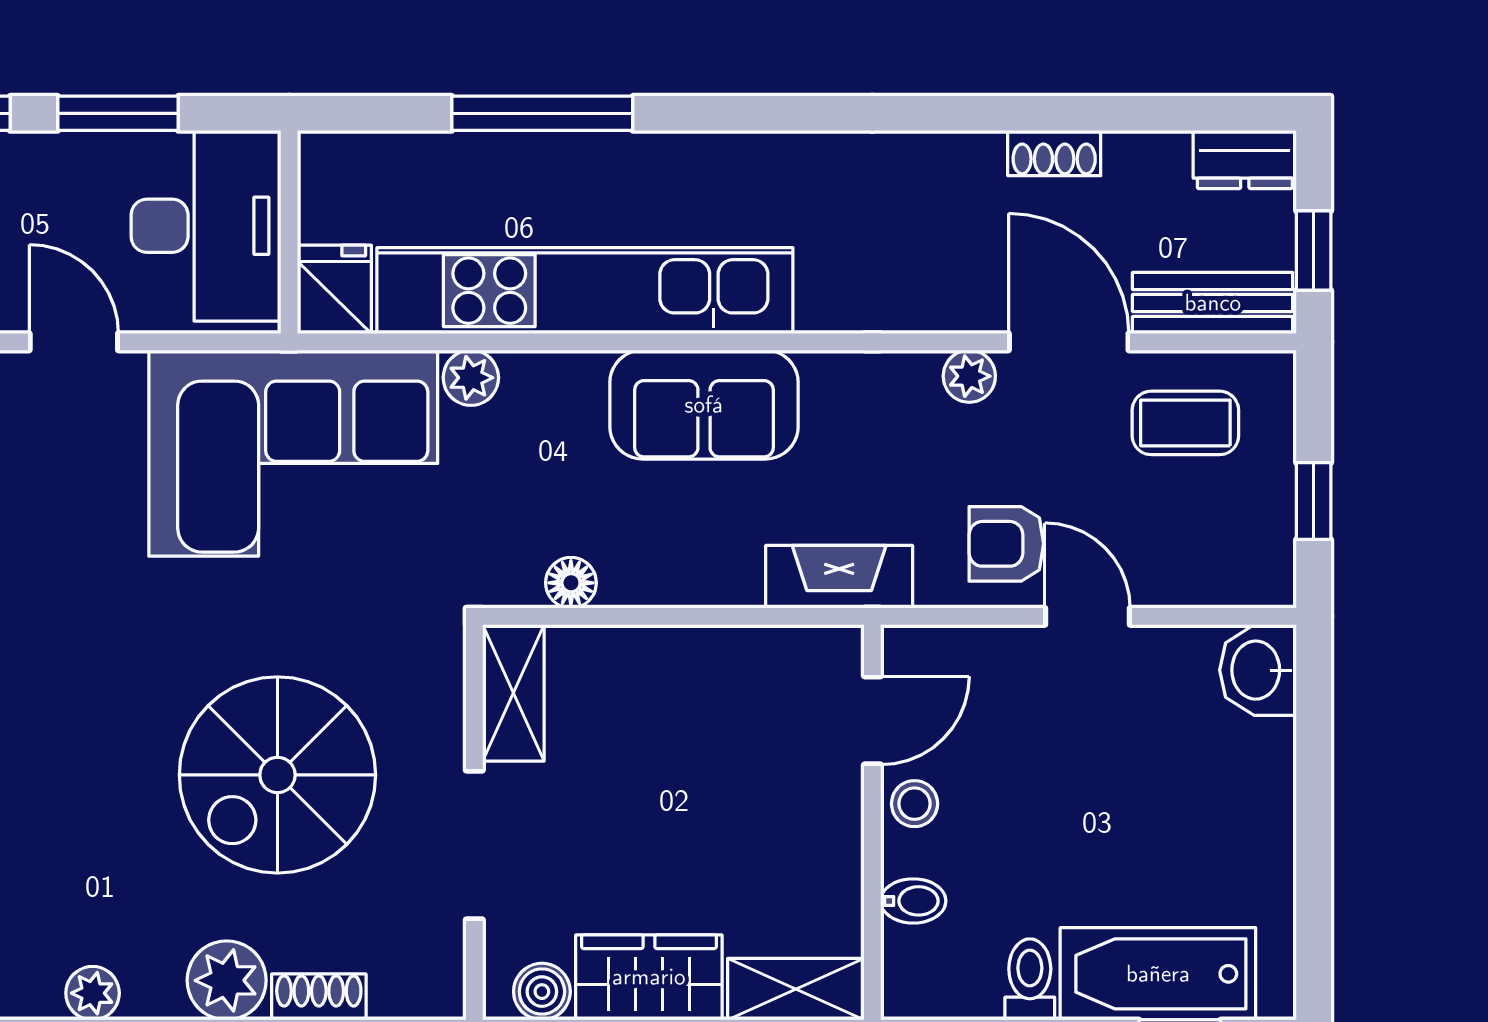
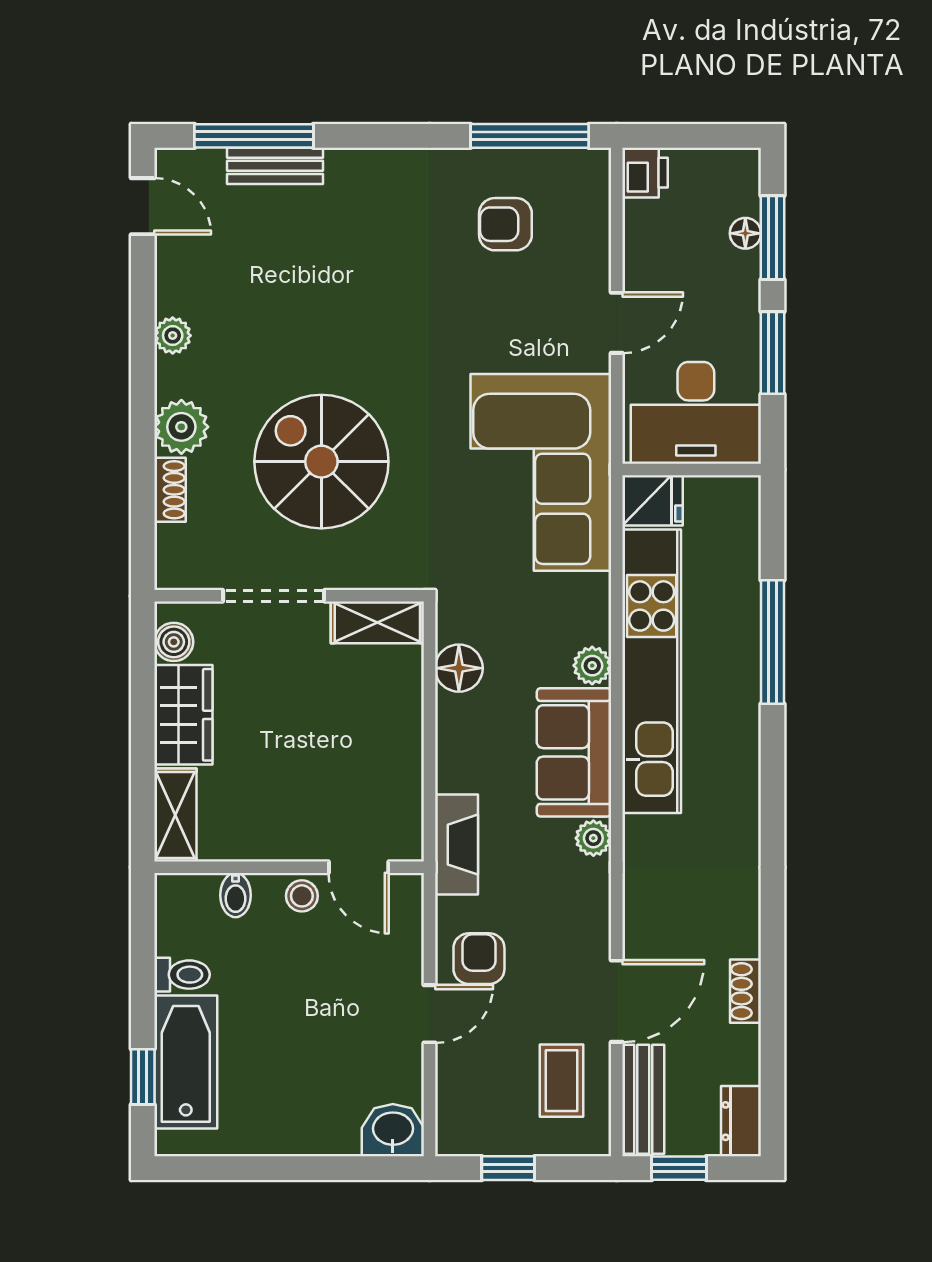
plant: (969, 376) -> (593, 838), moved
plant: (471, 378) -> (592, 666), moved
floor lamp: (571, 583) -> (459, 668), width x1.37, depth x1.37

